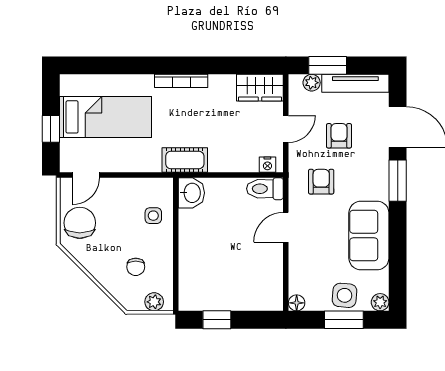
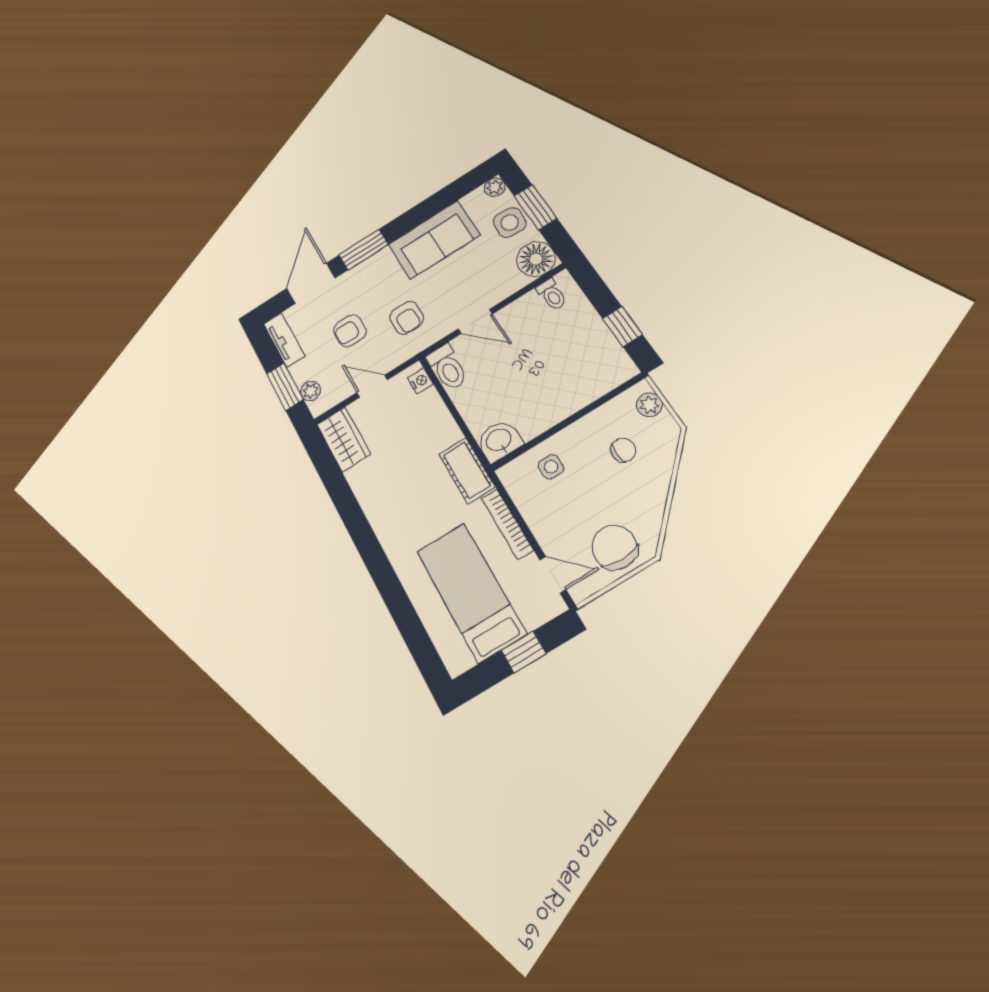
bookcase: (181, 81) -> (507, 524), moved, turned 180
tv unit: (355, 83) -> (284, 340), width x0.71
armchair: (321, 182) -> (407, 318), turned -90
chair: (80, 223) -> (615, 547), turned 90
toilet: (270, 290) -> (552, 295), added
floor lamp: (297, 303) -> (536, 259), width x1.89, depth x1.89

